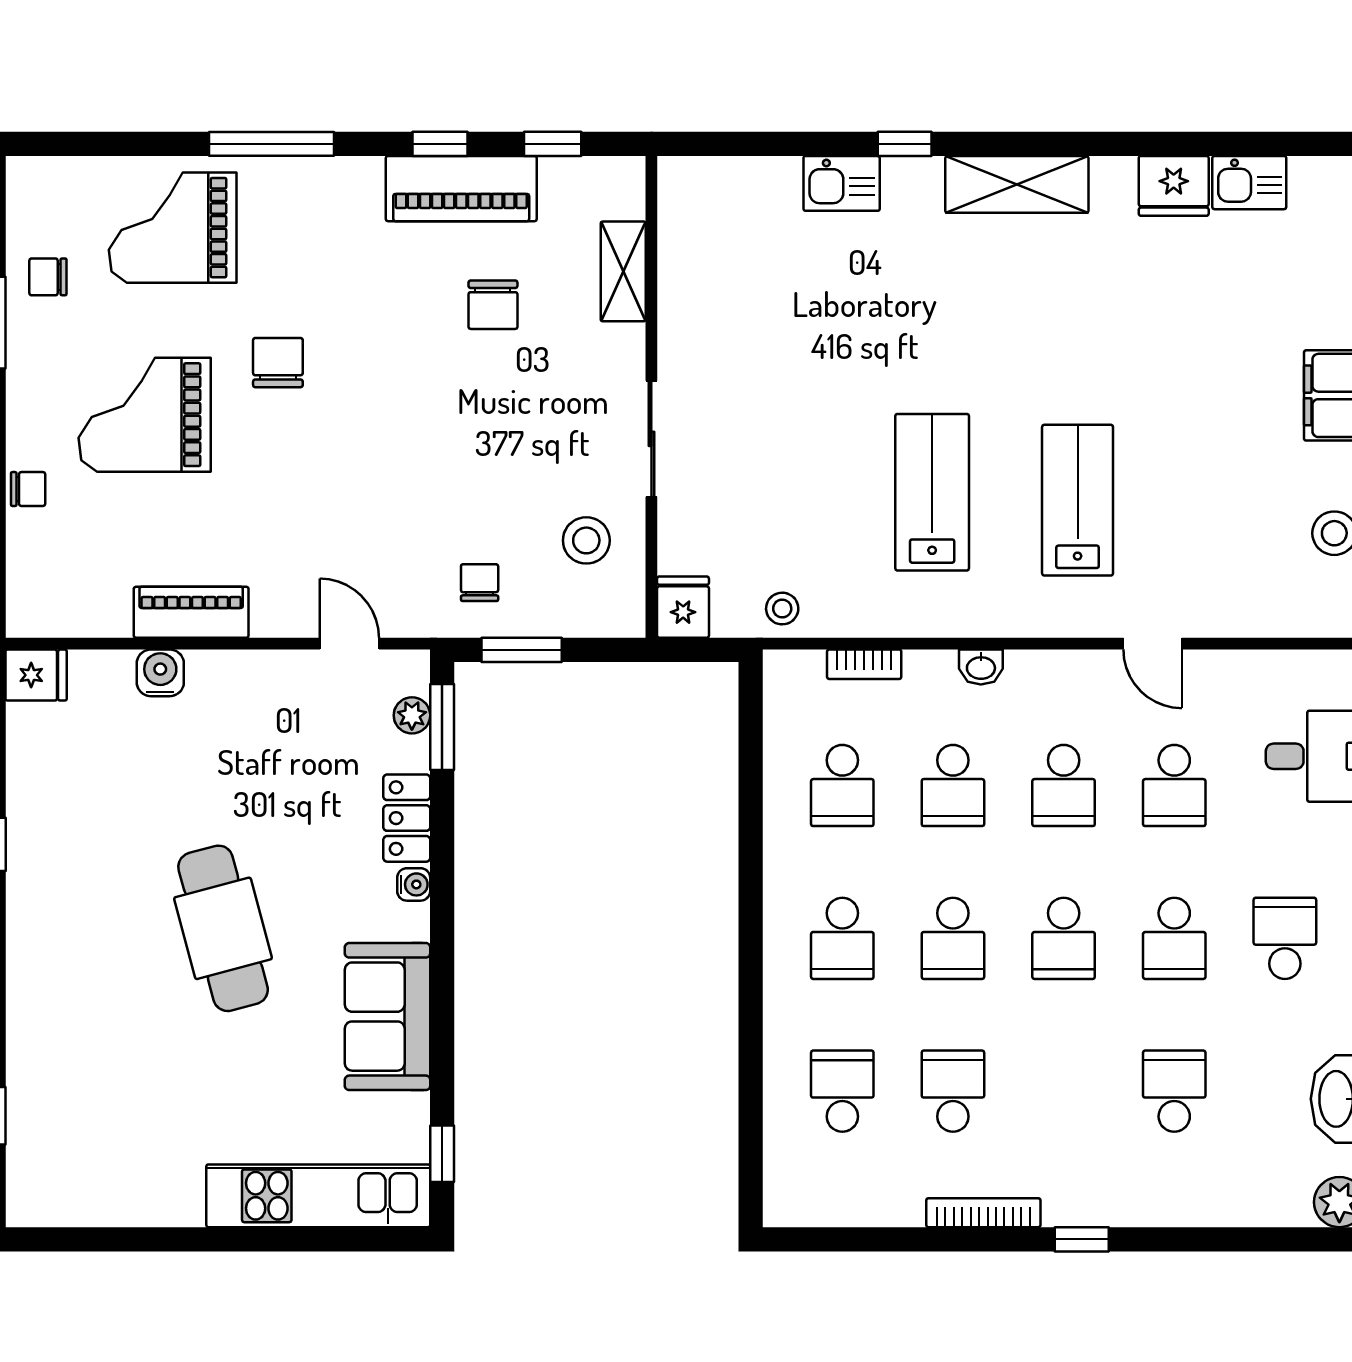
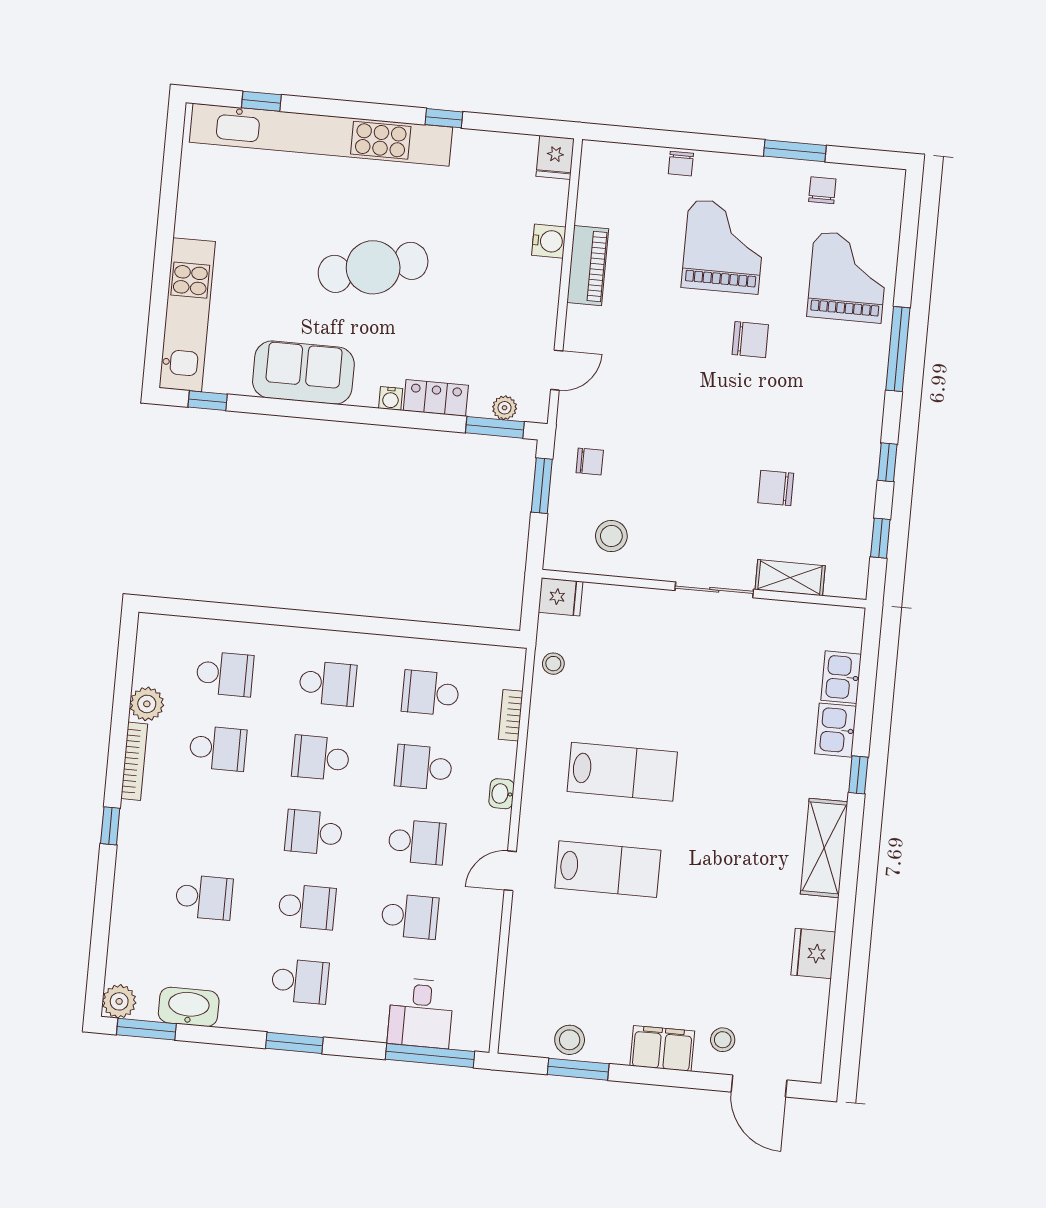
kitchen sink: (1249, 183) -> (841, 677), moved
piano: (461, 189) -> (856, 474), removed
stool: (1313, 308) -> (723, 1040), added
sliding door: (651, 439) -> (714, 590), moved
door: (1153, 644) -> (510, 871), moved
school desk: (1064, 785) -> (417, 842), turned 180
school desk: (1174, 785) -> (410, 916), turned 180
school desk: (842, 938) -> (328, 683), turned 180
school desk: (1174, 938) -> (307, 907), turned 180
kitchen unit: (35, 1023) -> (321, 135), added
plant: (897, 1202) -> (147, 704), added

